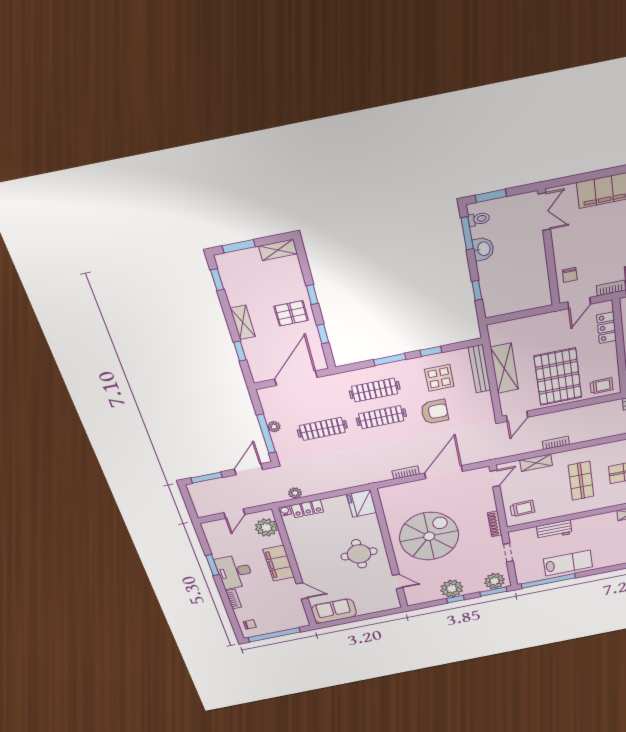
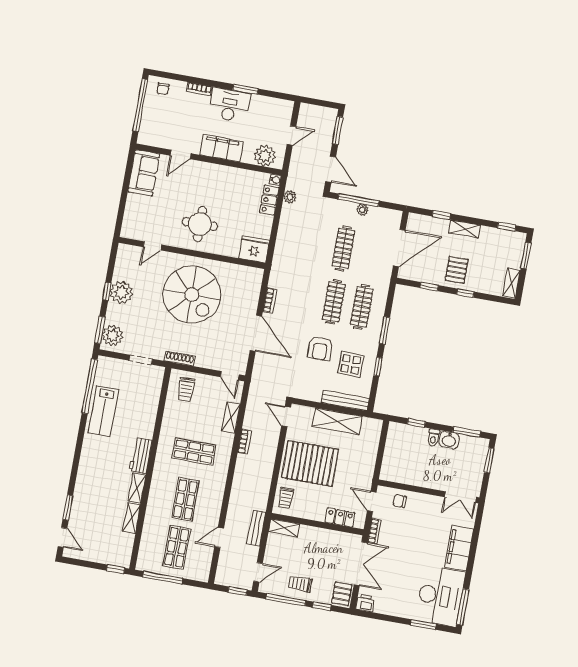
toilet: (479, 219) -> (433, 438), moved
door: (296, 378) -> (399, 248), hinge flipped
door: (234, 514) -> (291, 135), swing flipped
workbench: (554, 530) -> (141, 456), moved

